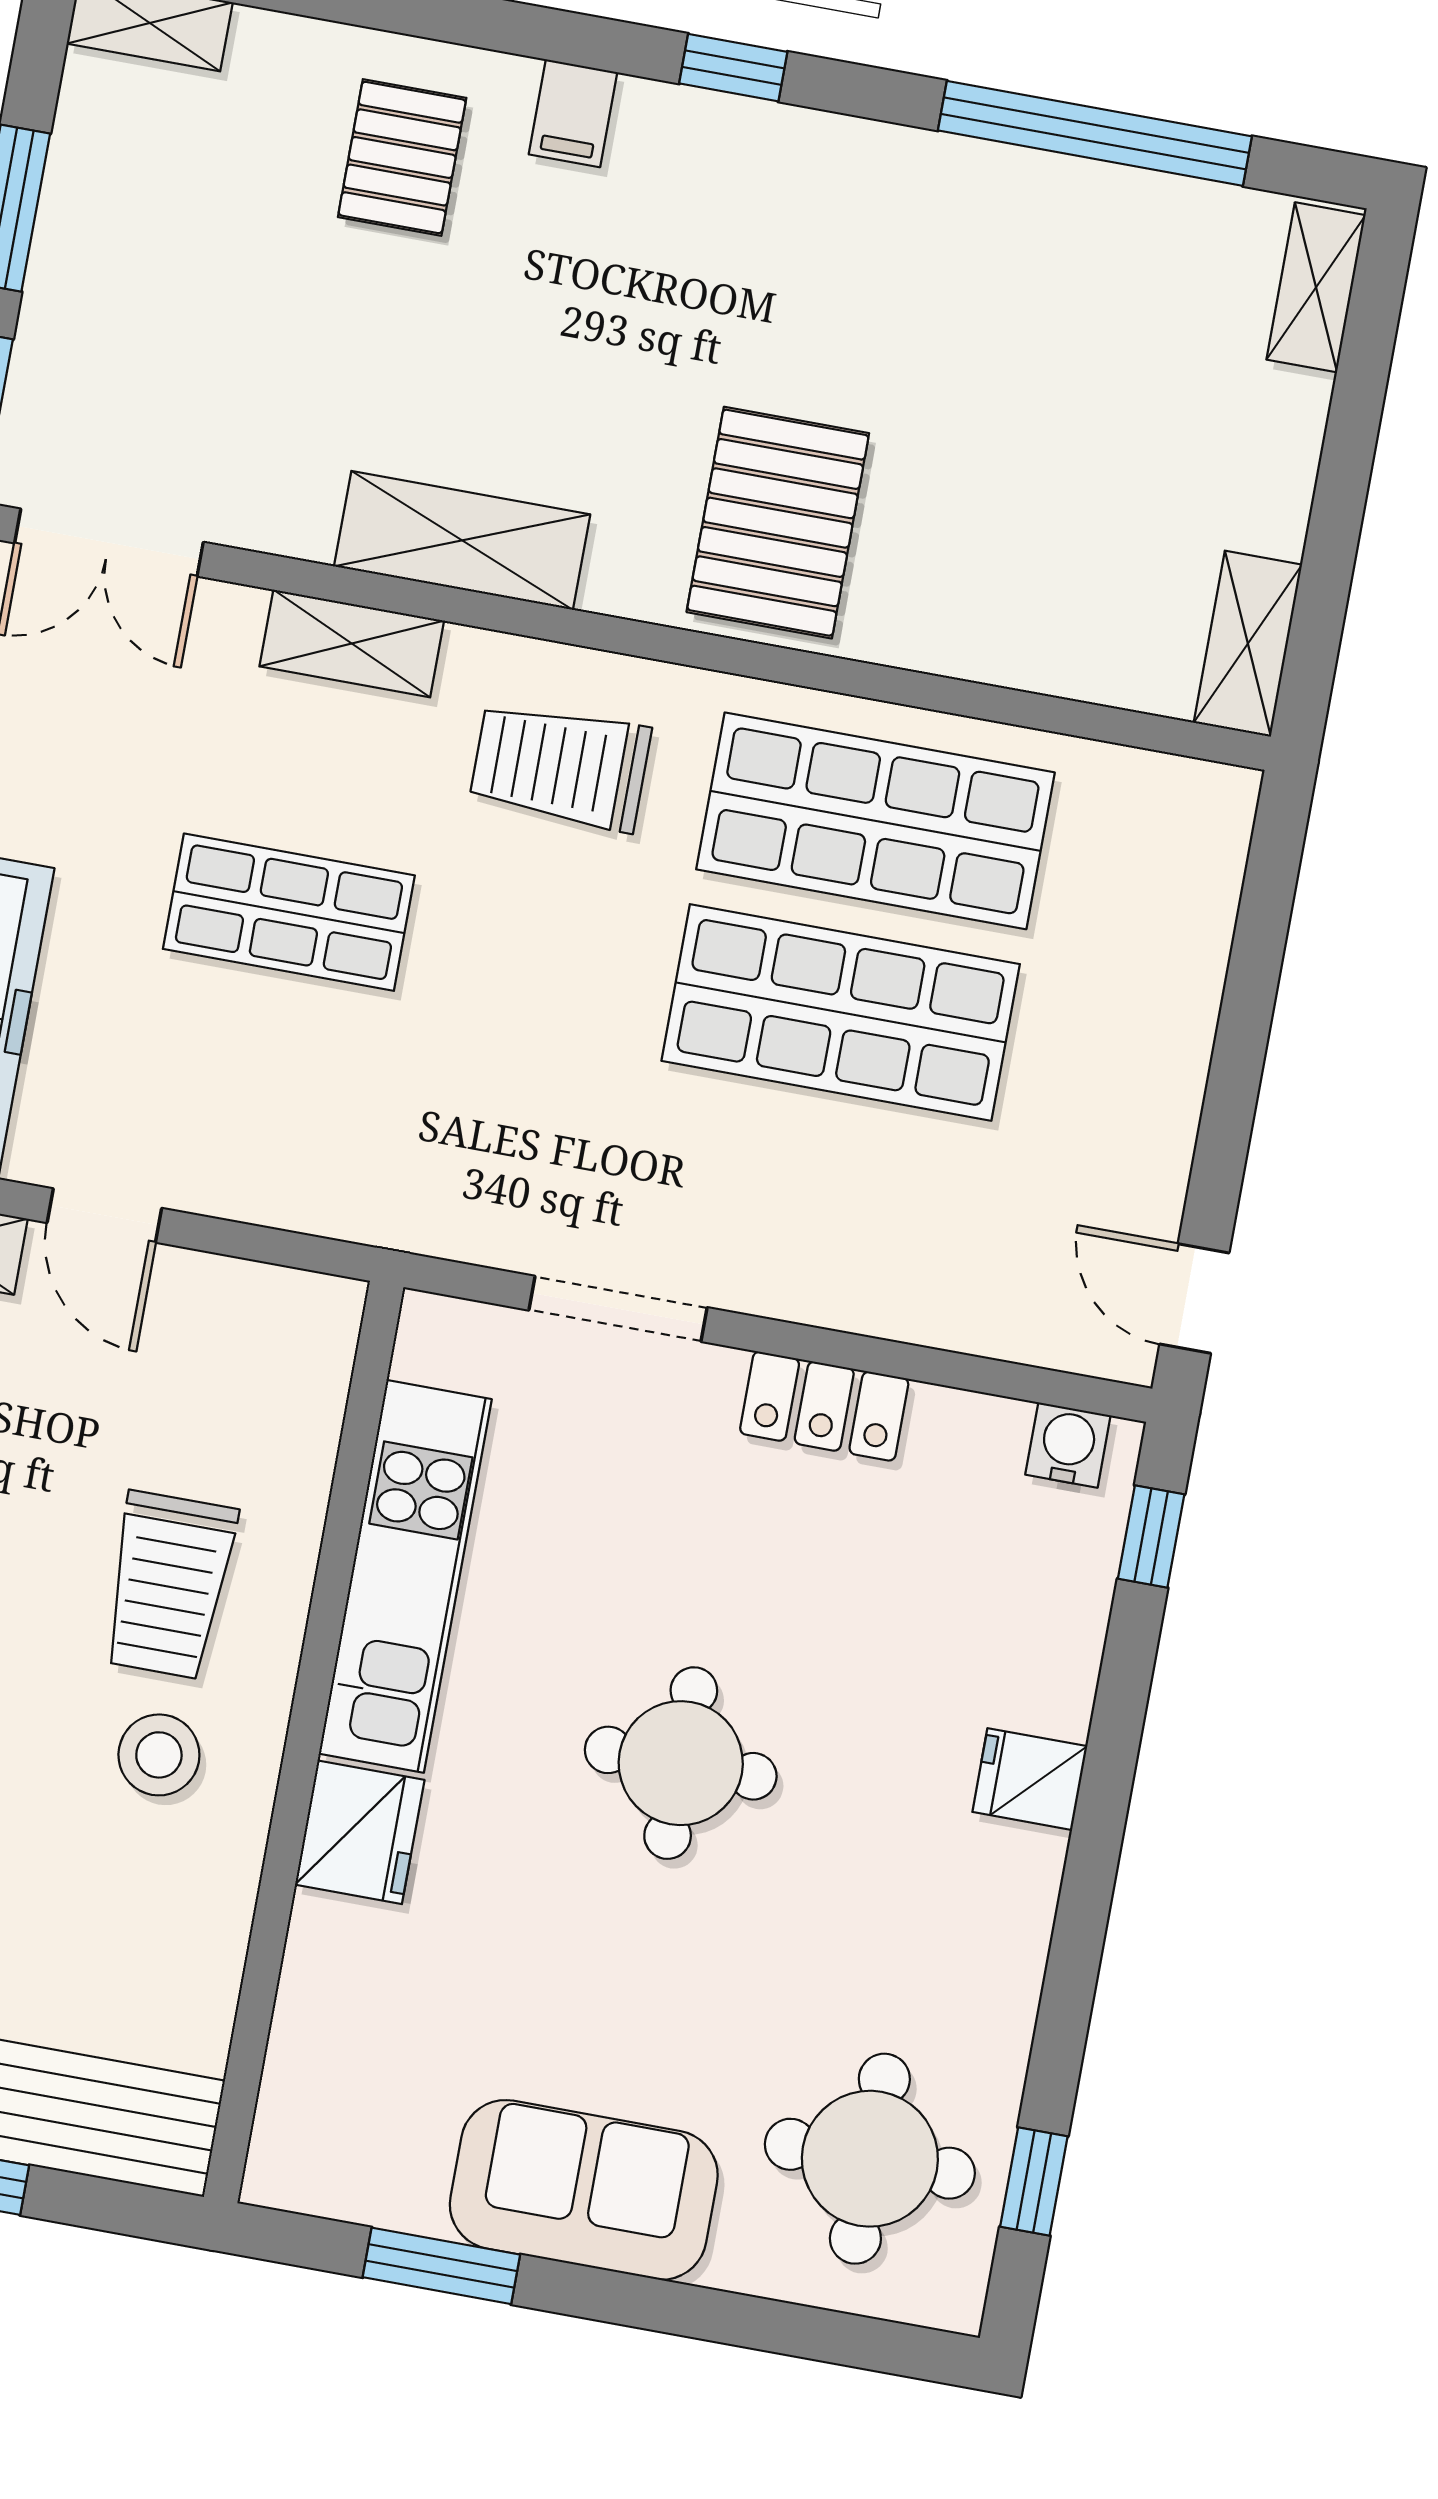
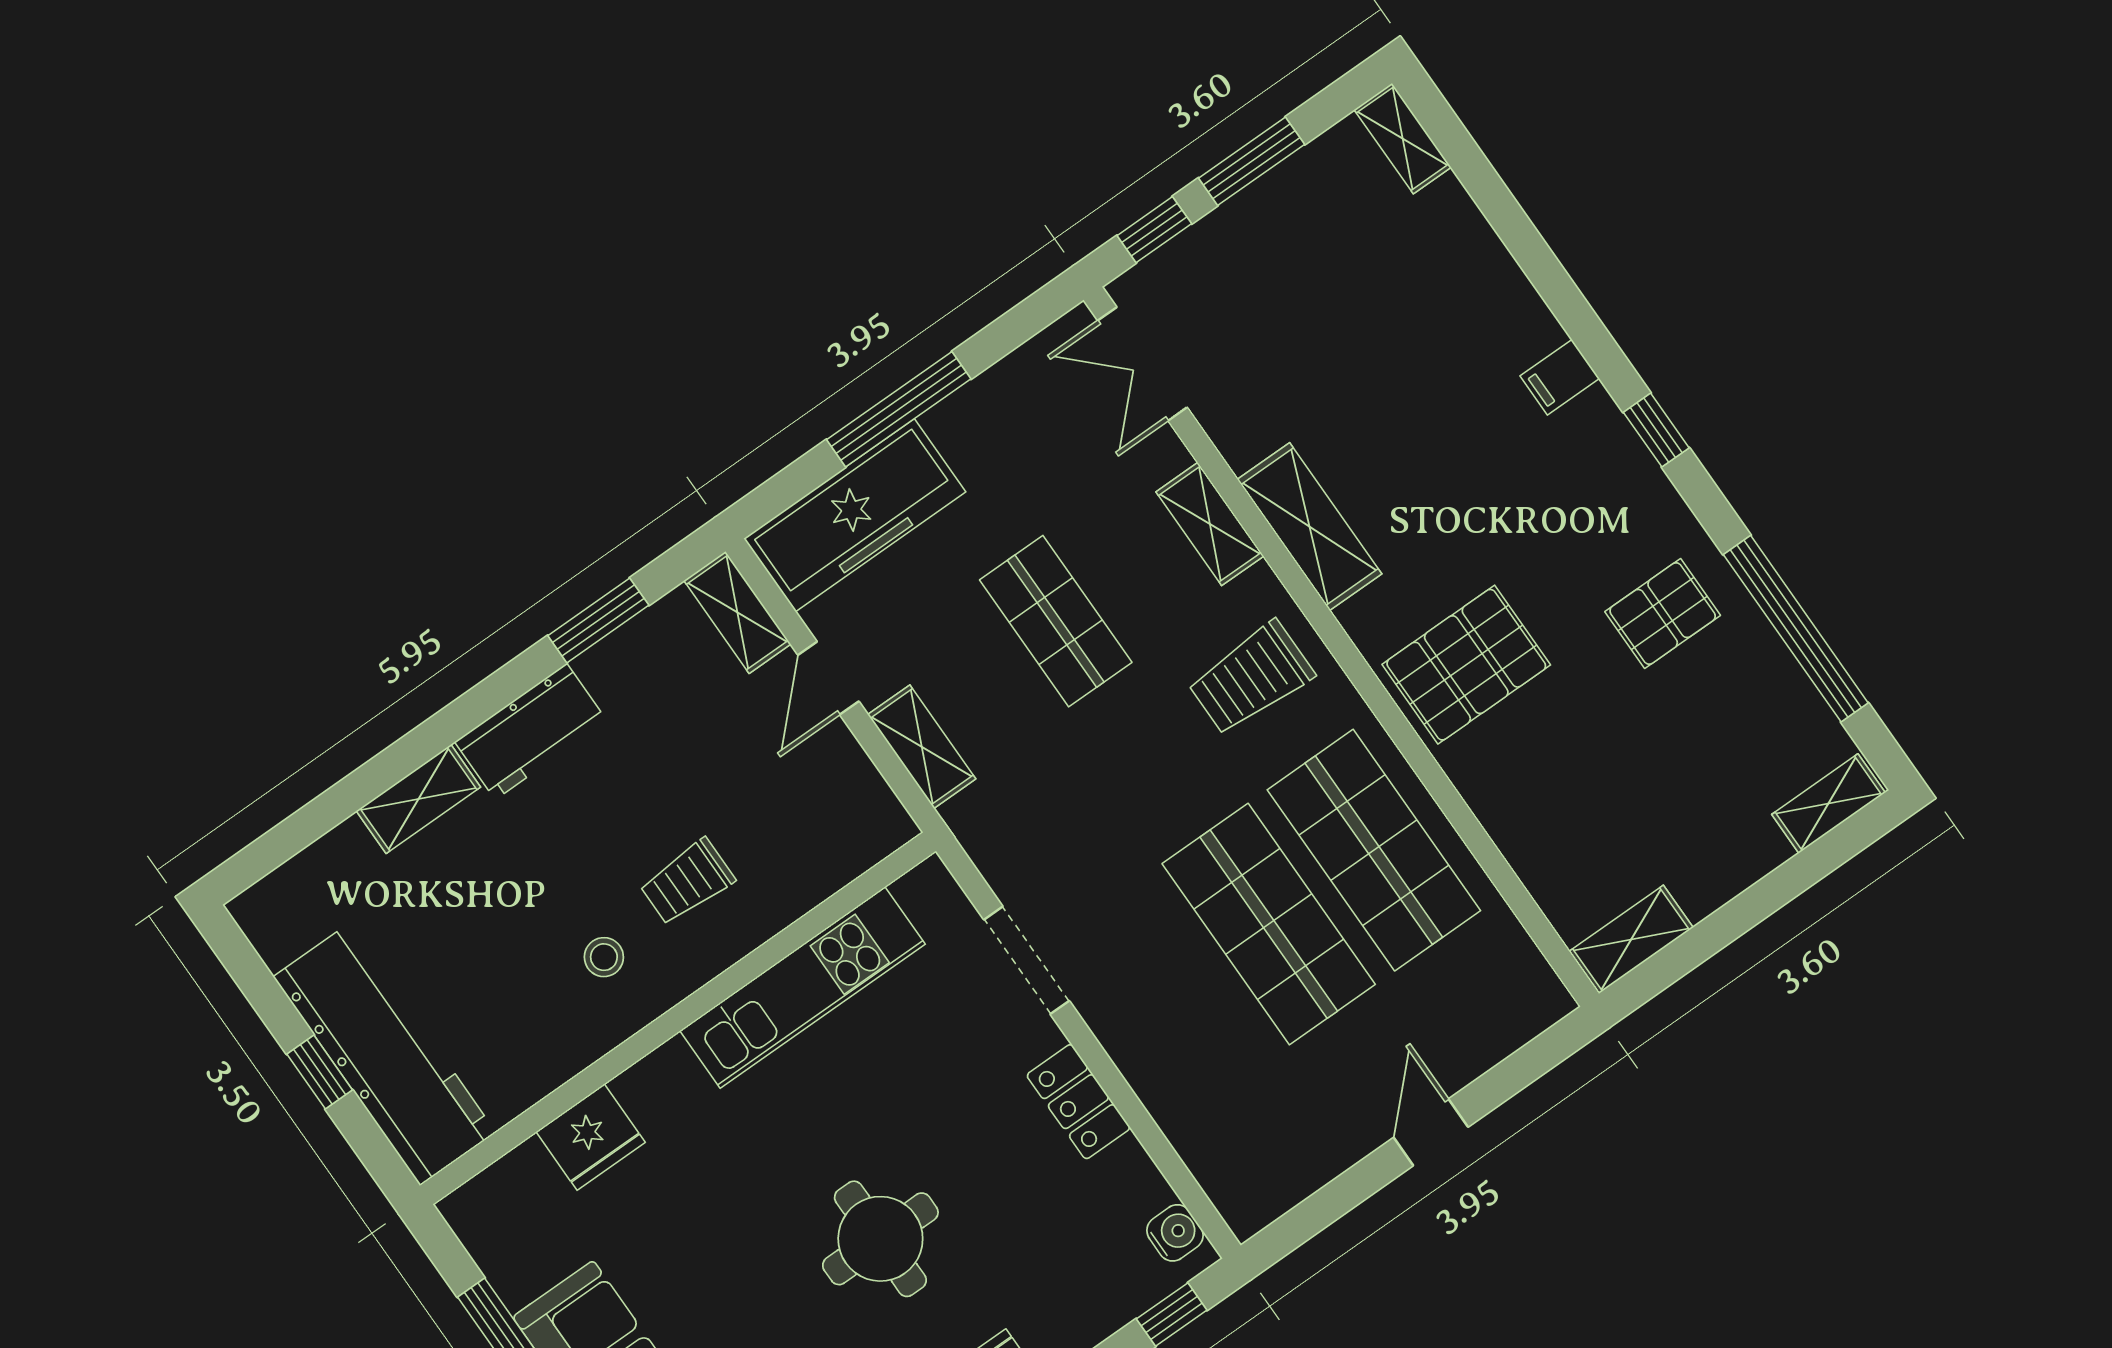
pallet: (402, 157) -> (1663, 613), moved
trolley: (560, 766) -> (1251, 678), turned -90
shelving: (278, 1190) -> (922, 747), added
door: (1194, 1299) -> (1431, 1132), moved
trolley: (169, 1585) -> (687, 882), width x0.73, depth x0.72
stool: (159, 1755) -> (604, 957), width x0.73, depth x0.73
round table: (681, 1763) -> (880, 1239), moved
fridge: (360, 1832) -> (591, 1137), moved

